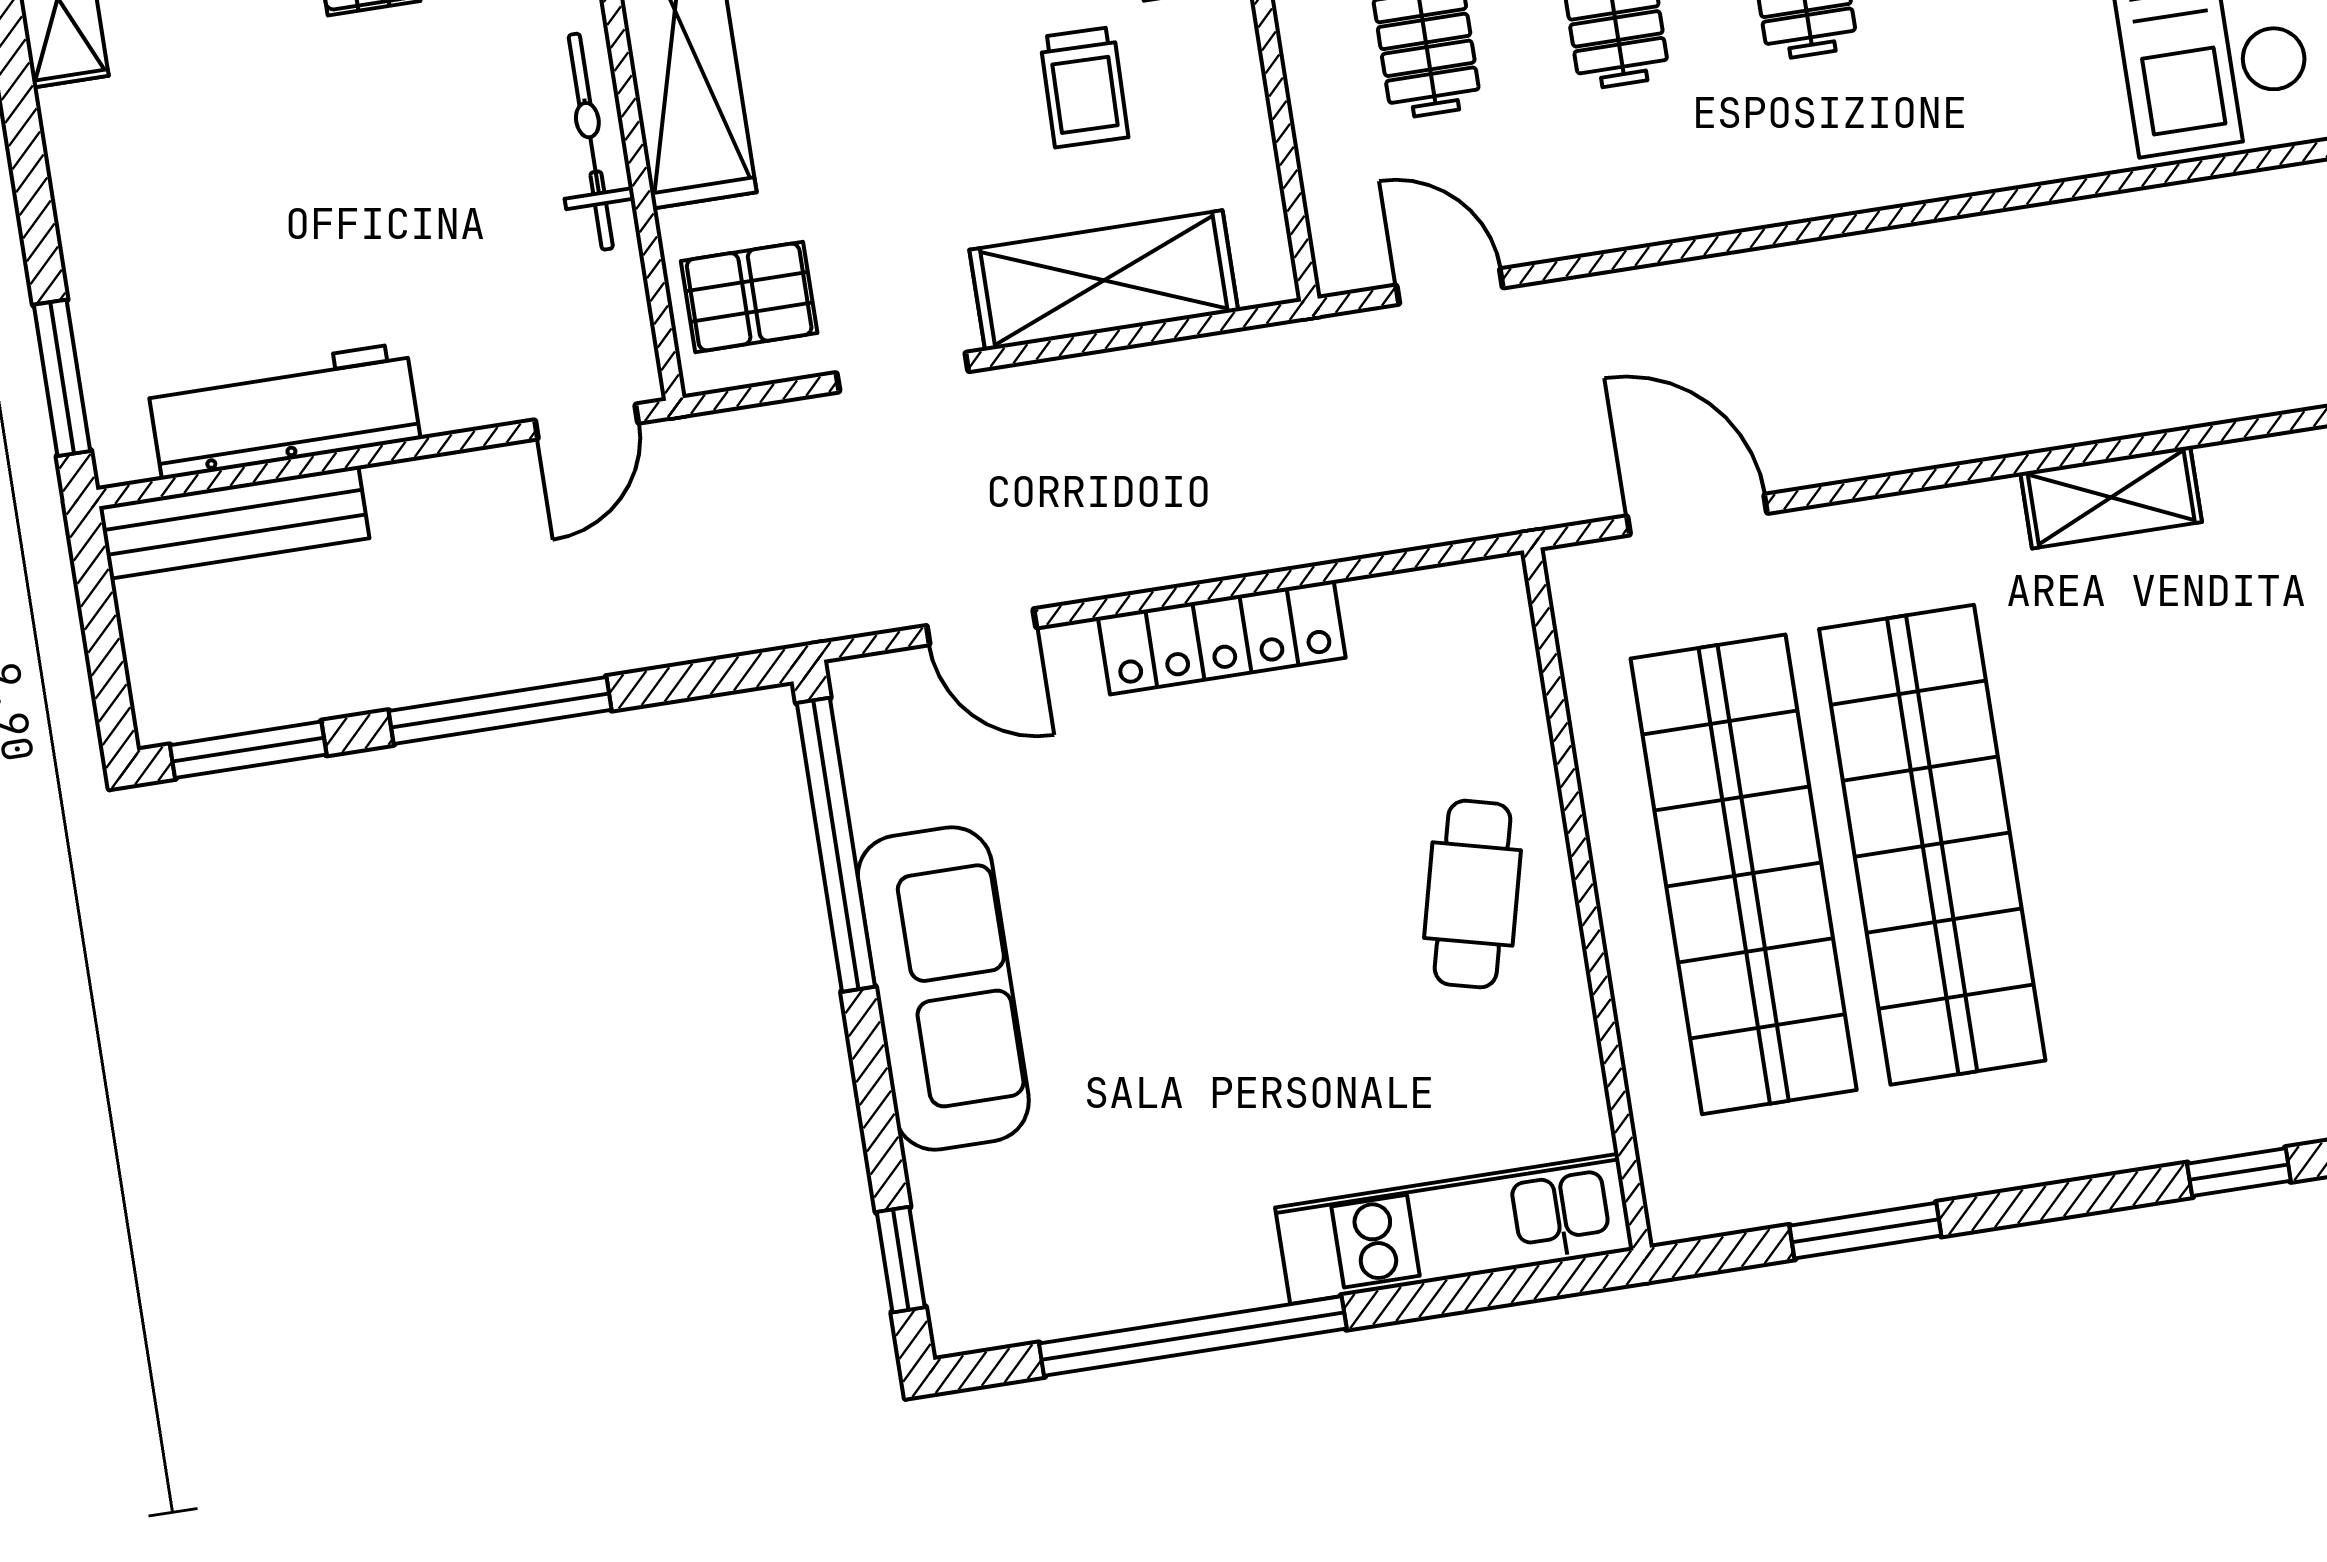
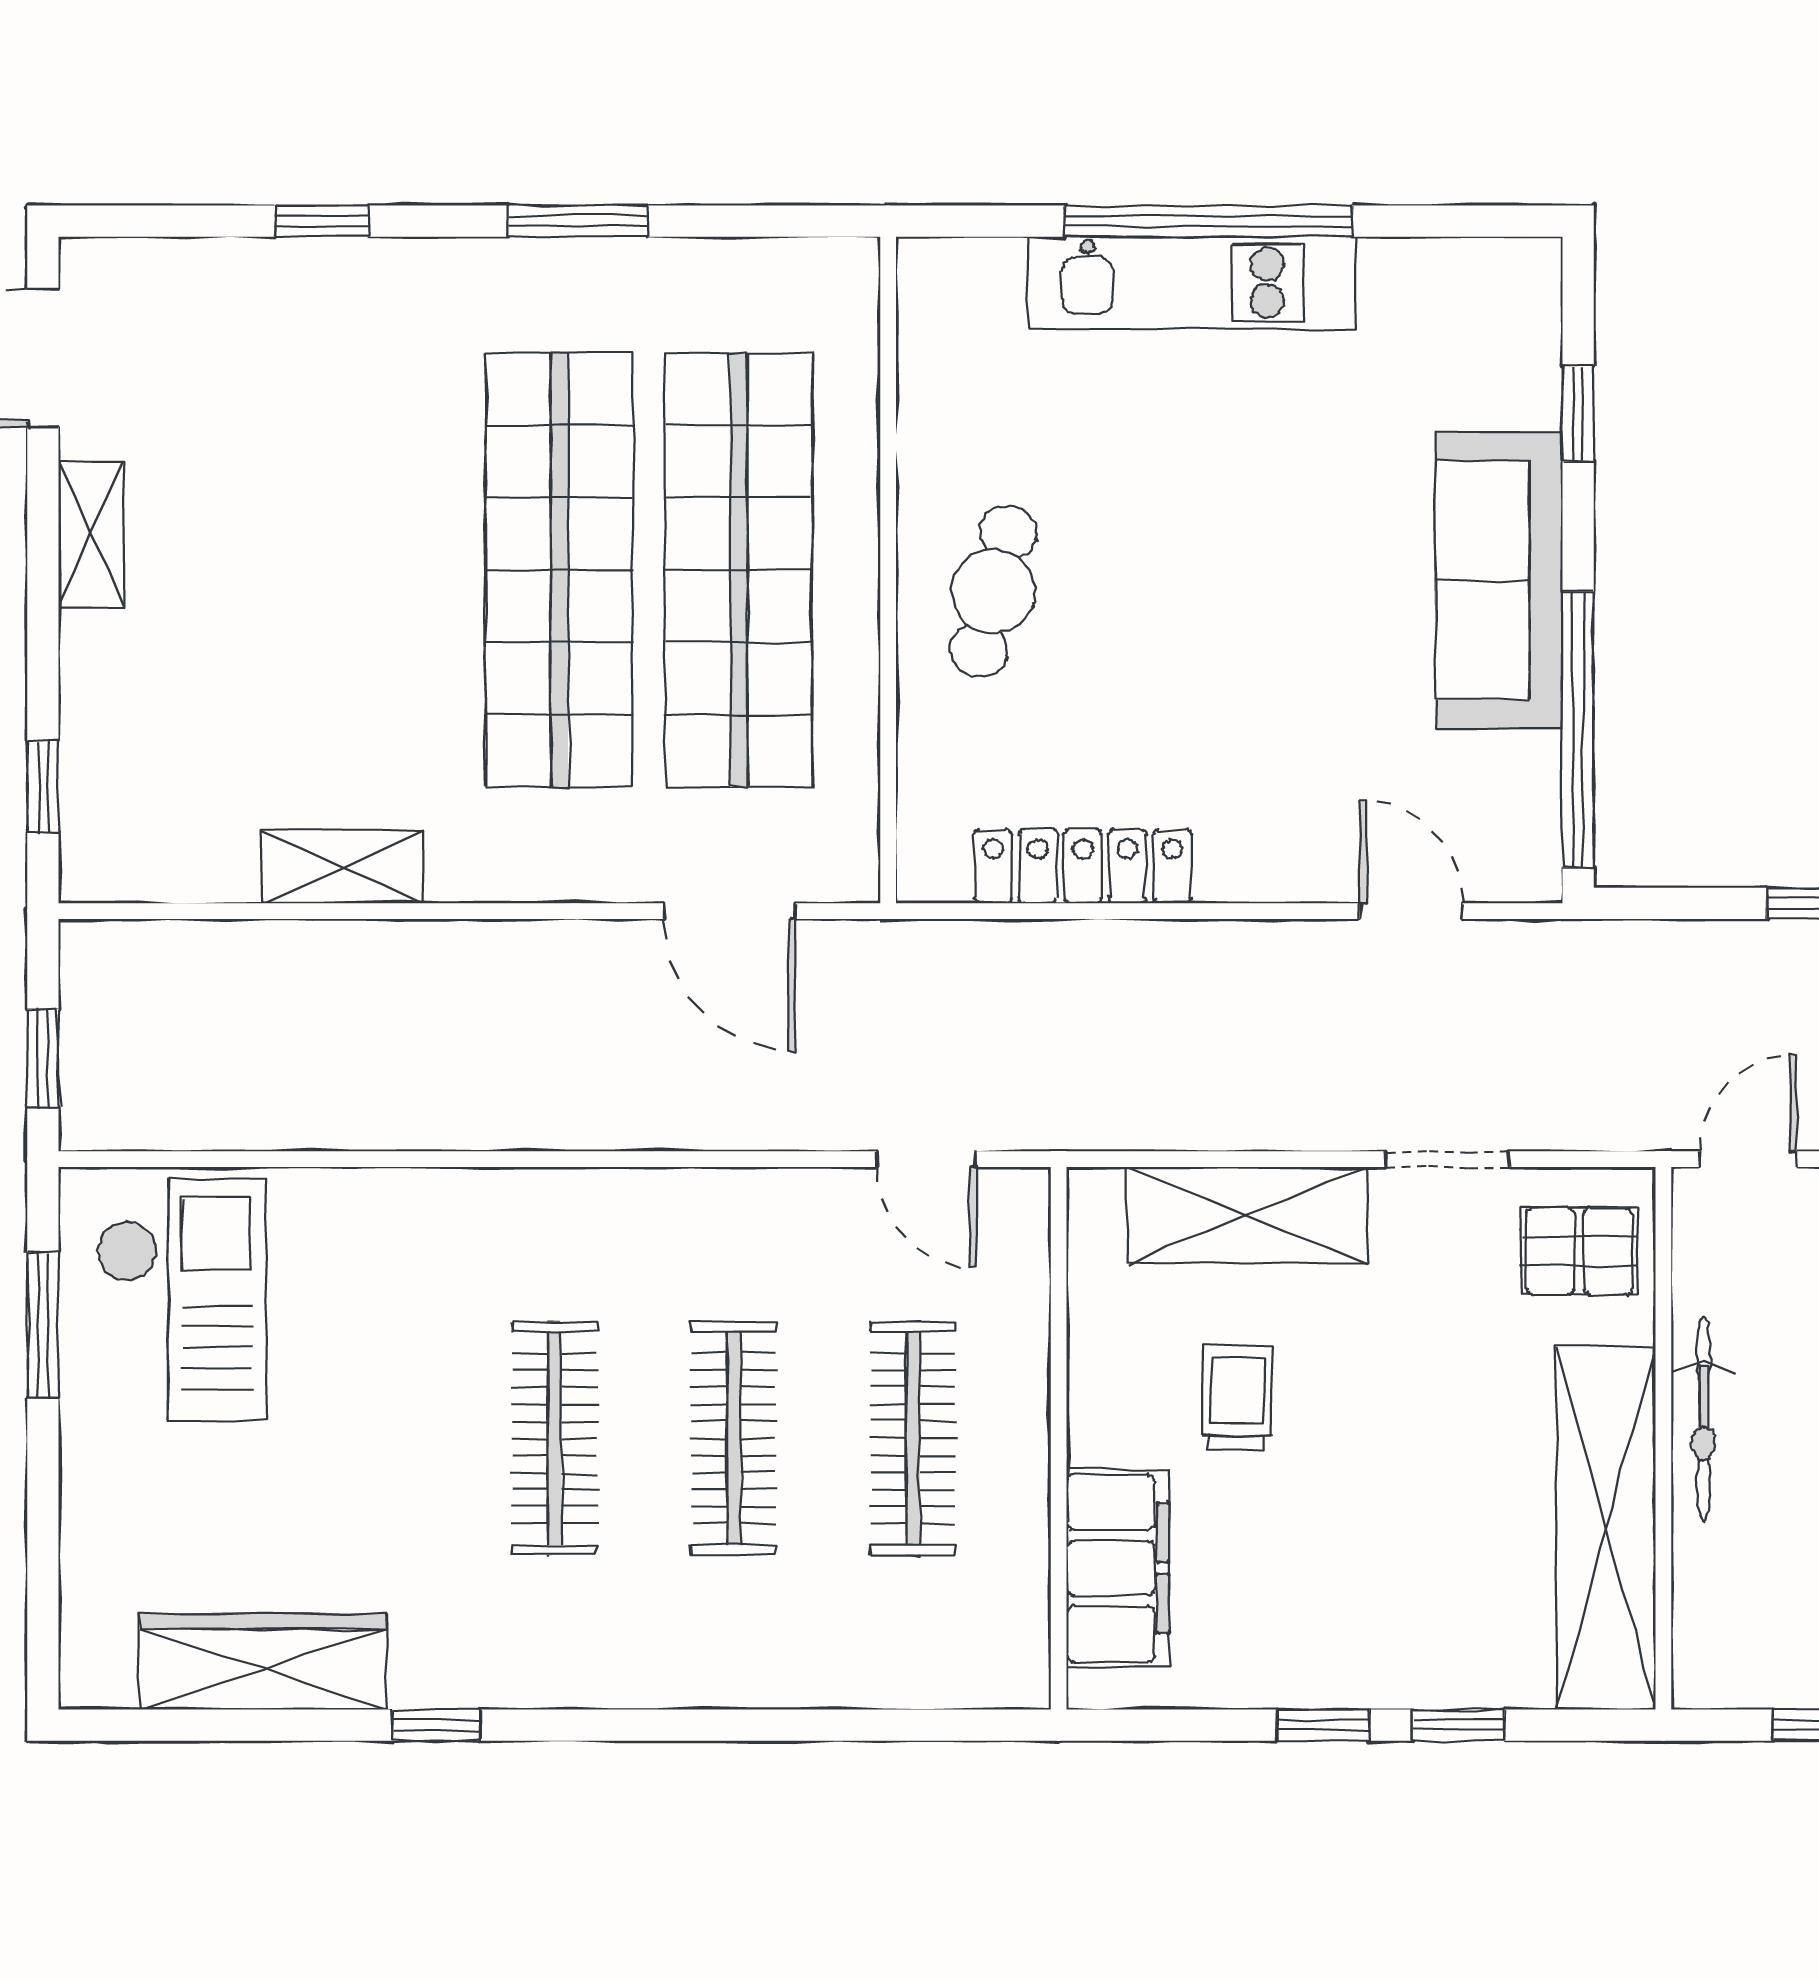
locker: (1222, 637) -> (1083, 866), moved
kitchen unit: (1454, 1229) -> (1192, 283), moved
window: (1865, 1231) -> (578, 221), moved
window: (901, 1260) -> (1578, 414), moved
window: (1193, 1336) -> (1208, 221), moved

